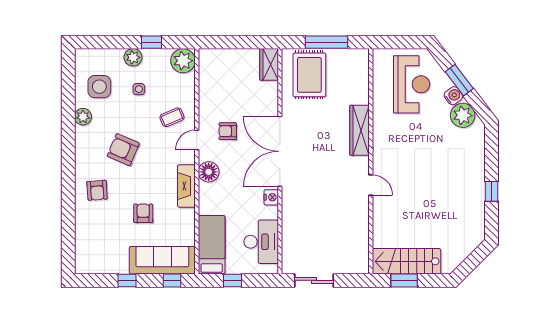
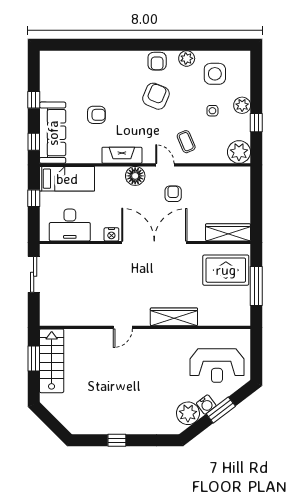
wardrobe: (269, 64) -> (228, 232), width x1.50
armchair: (97, 190) -> (157, 61), moved, turned -86

